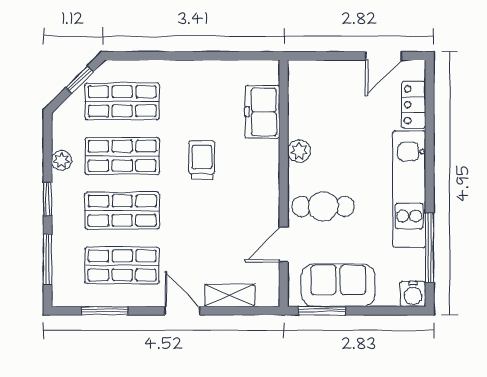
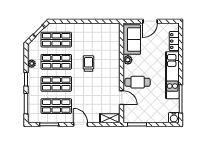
door: (384, 56) -> (150, 21), moved
freezer: (262, 112) -> (113, 44), removed
door: (284, 245) -> (122, 98), swing flipped
sofa: (338, 285) -> (132, 39), moved, turned 90
shelving: (230, 295) -> (110, 118), moved

